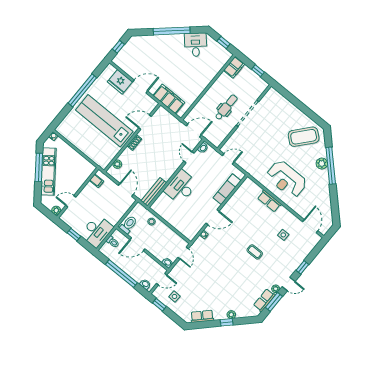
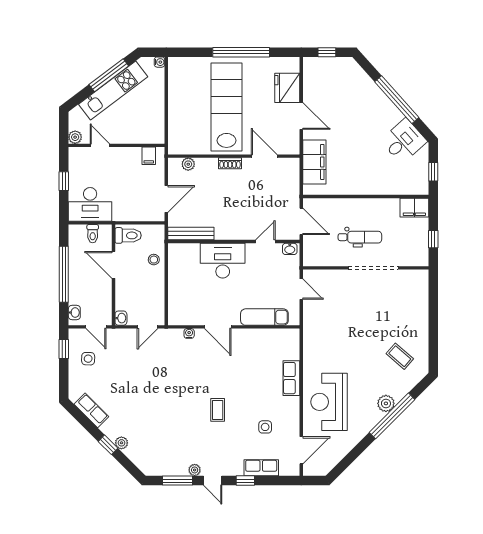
coffee table: (304, 137) -> (400, 356), width x0.54, depth x0.58
reception desk: (286, 179) -> (329, 402), moved
row of seats: (264, 300) -> (261, 468), moved

